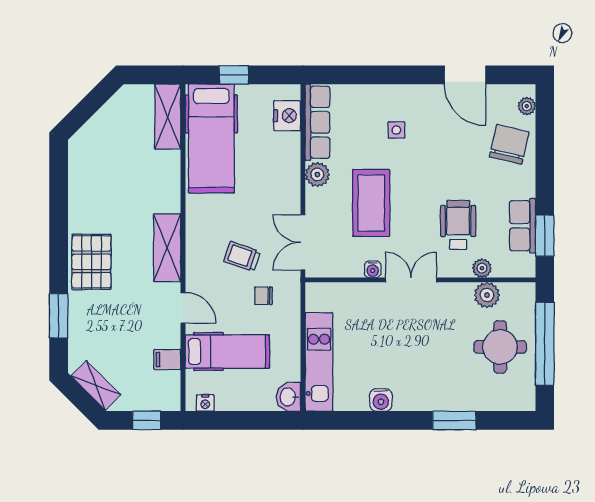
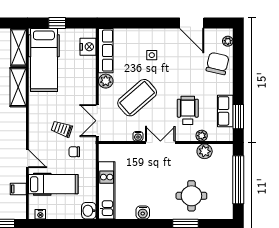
coffee table: (371, 203) -> (137, 98), turned 49
shelving: (167, 248) -> (18, 87), moved
round table: (500, 347) -> (191, 196), moved

